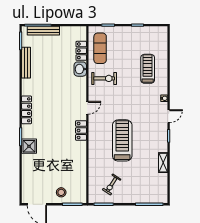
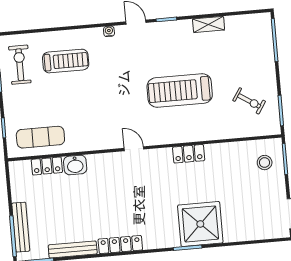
treadmill: (148, 69) -> (66, 61), turned 180
exercise bike: (104, 78) -> (20, 65), moved
locker: (27, 110) -> (120, 245), moved
locker: (81, 130) -> (189, 154), moved
shower: (29, 146) -> (200, 224), width x1.86, depth x1.86
stool: (61, 192) -> (265, 163), moved

